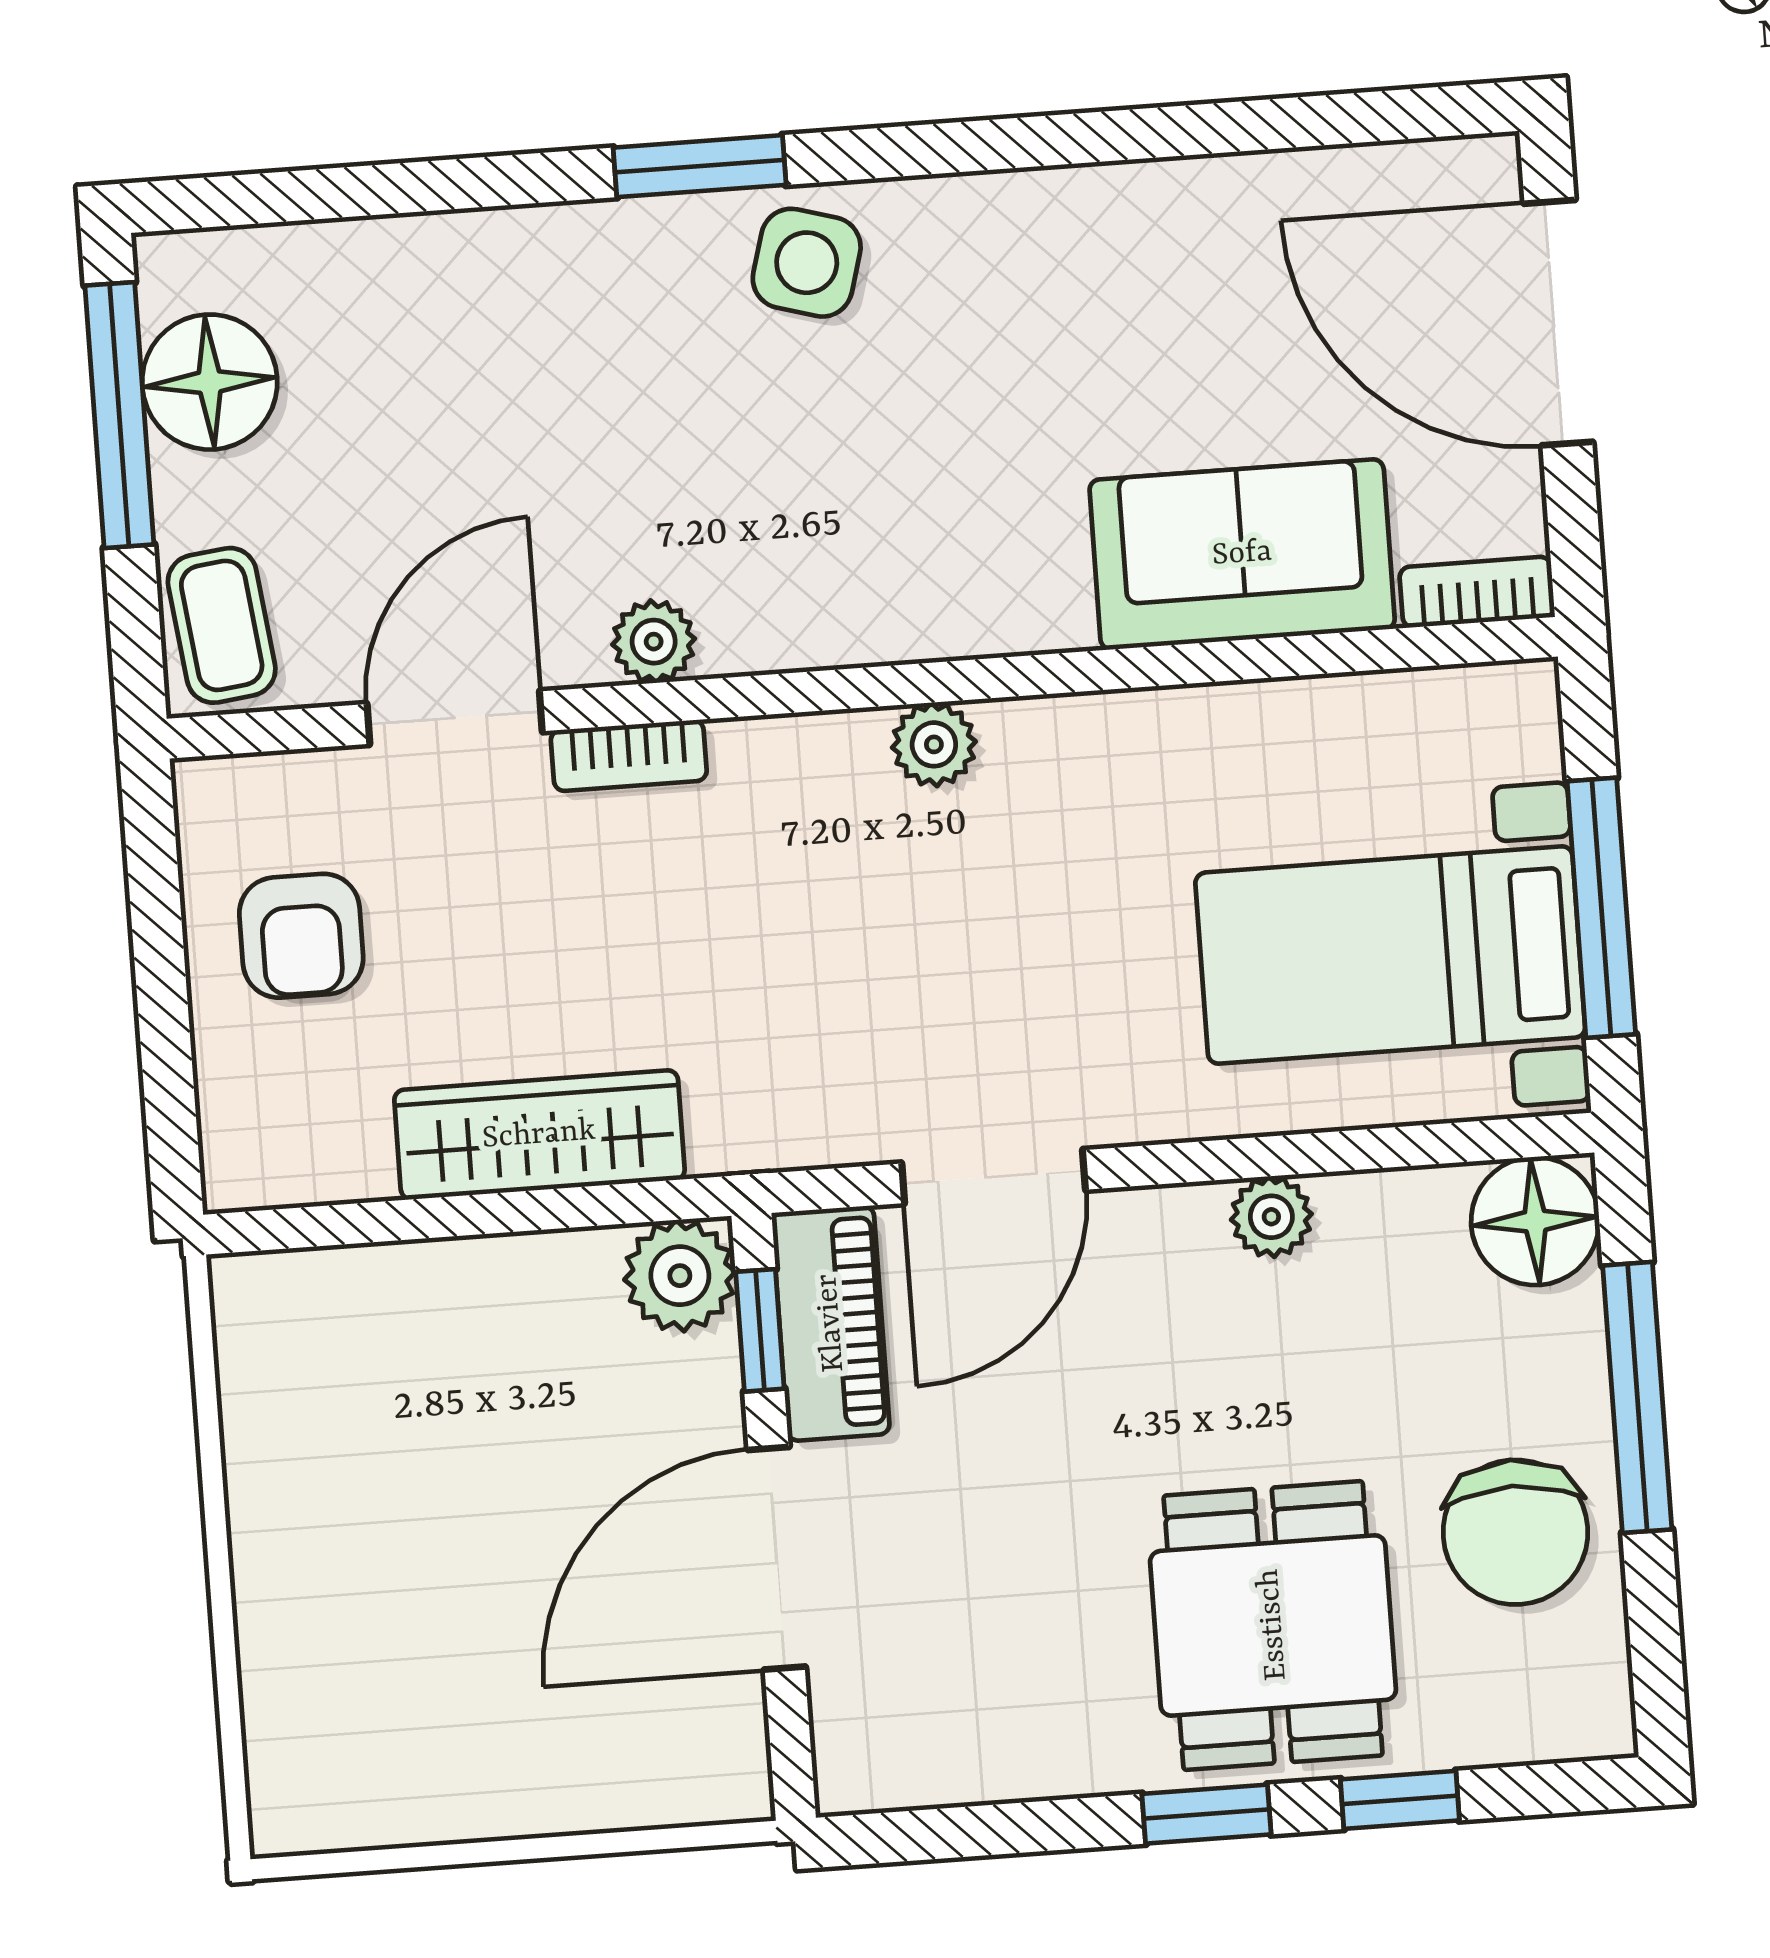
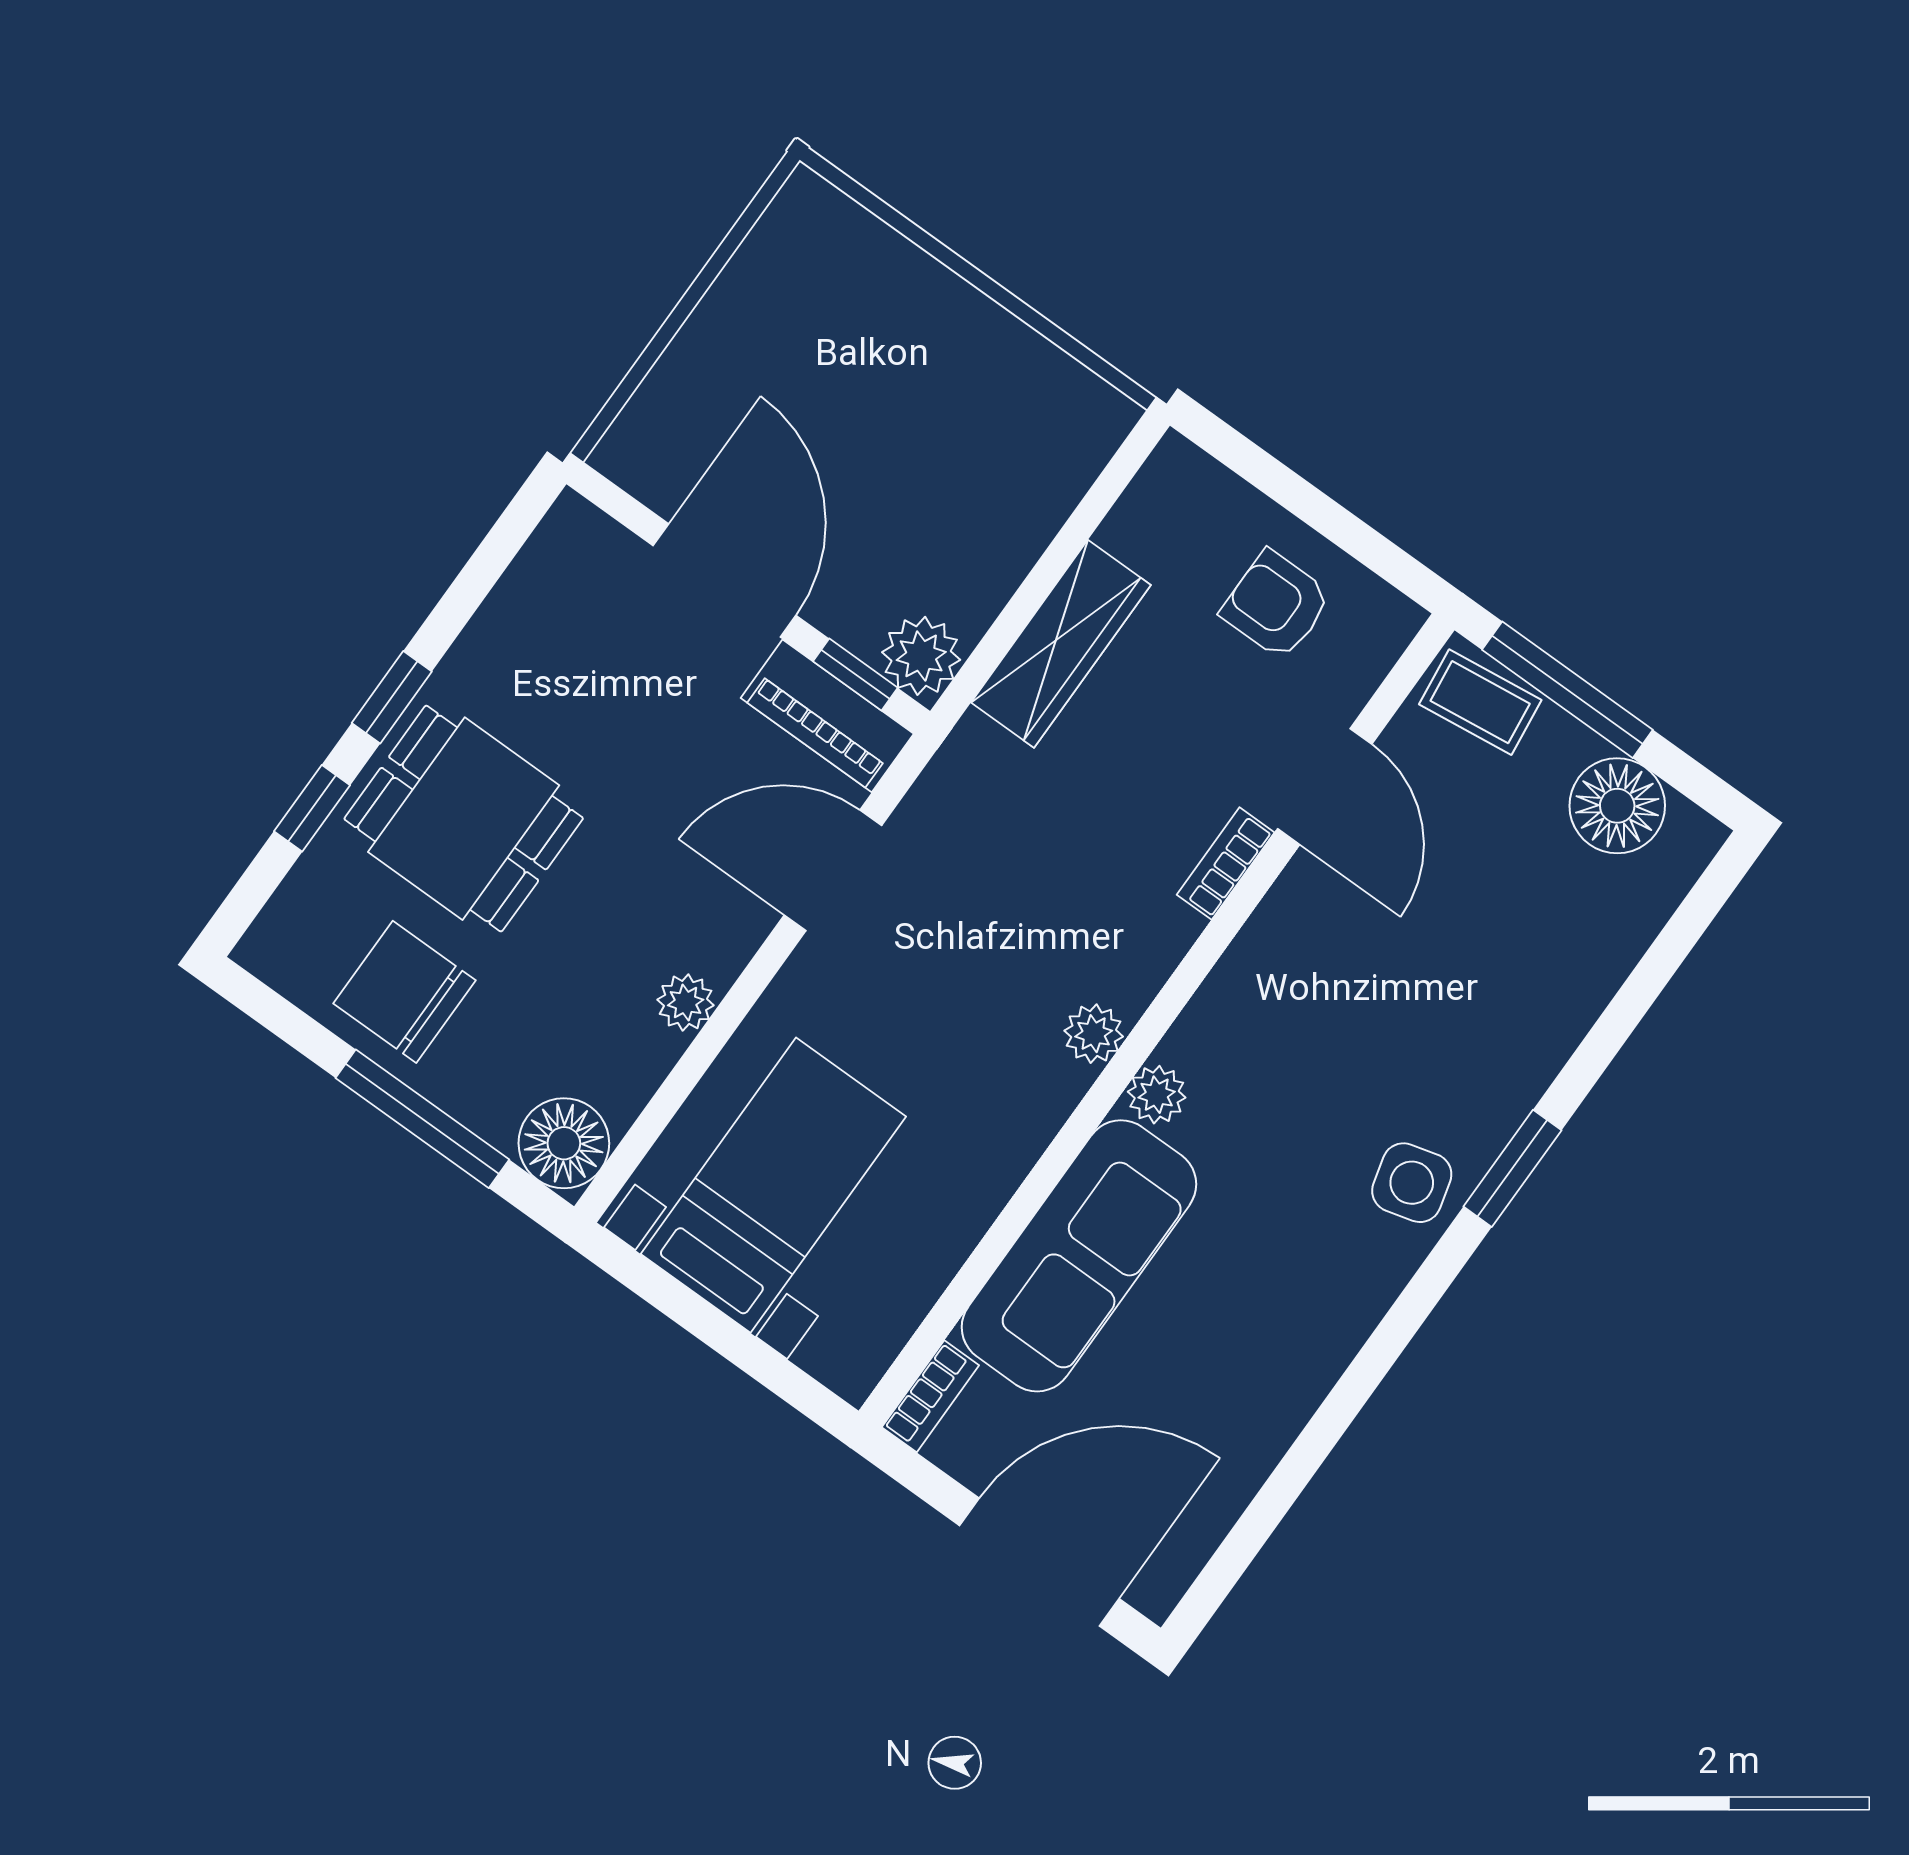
side table: (807, 263) -> (1412, 1183), turned -31
window: (119, 415) -> (1567, 690), moved
sofa: (1242, 554) -> (1079, 1256), width x1.36
plant: (654, 642) -> (1157, 1095), moved
window: (1601, 908) -> (703, 1321), removed
door: (994, 1177) -> (833, 870), hinge flipped

